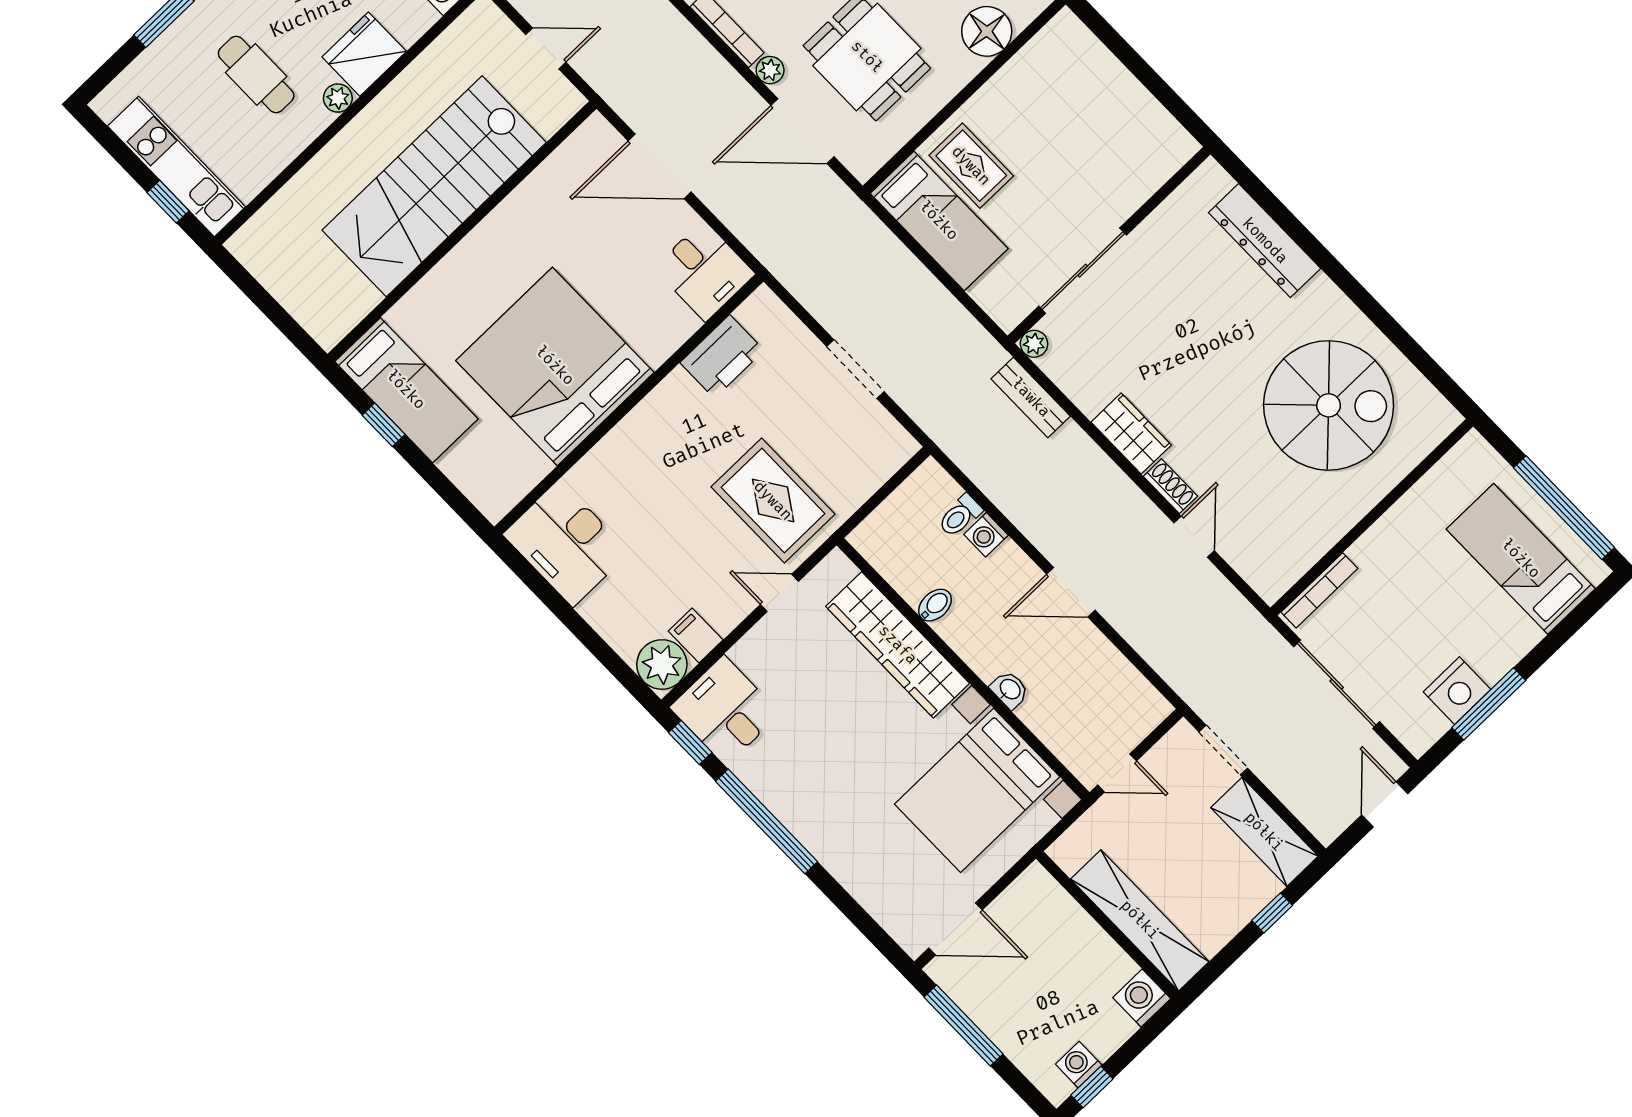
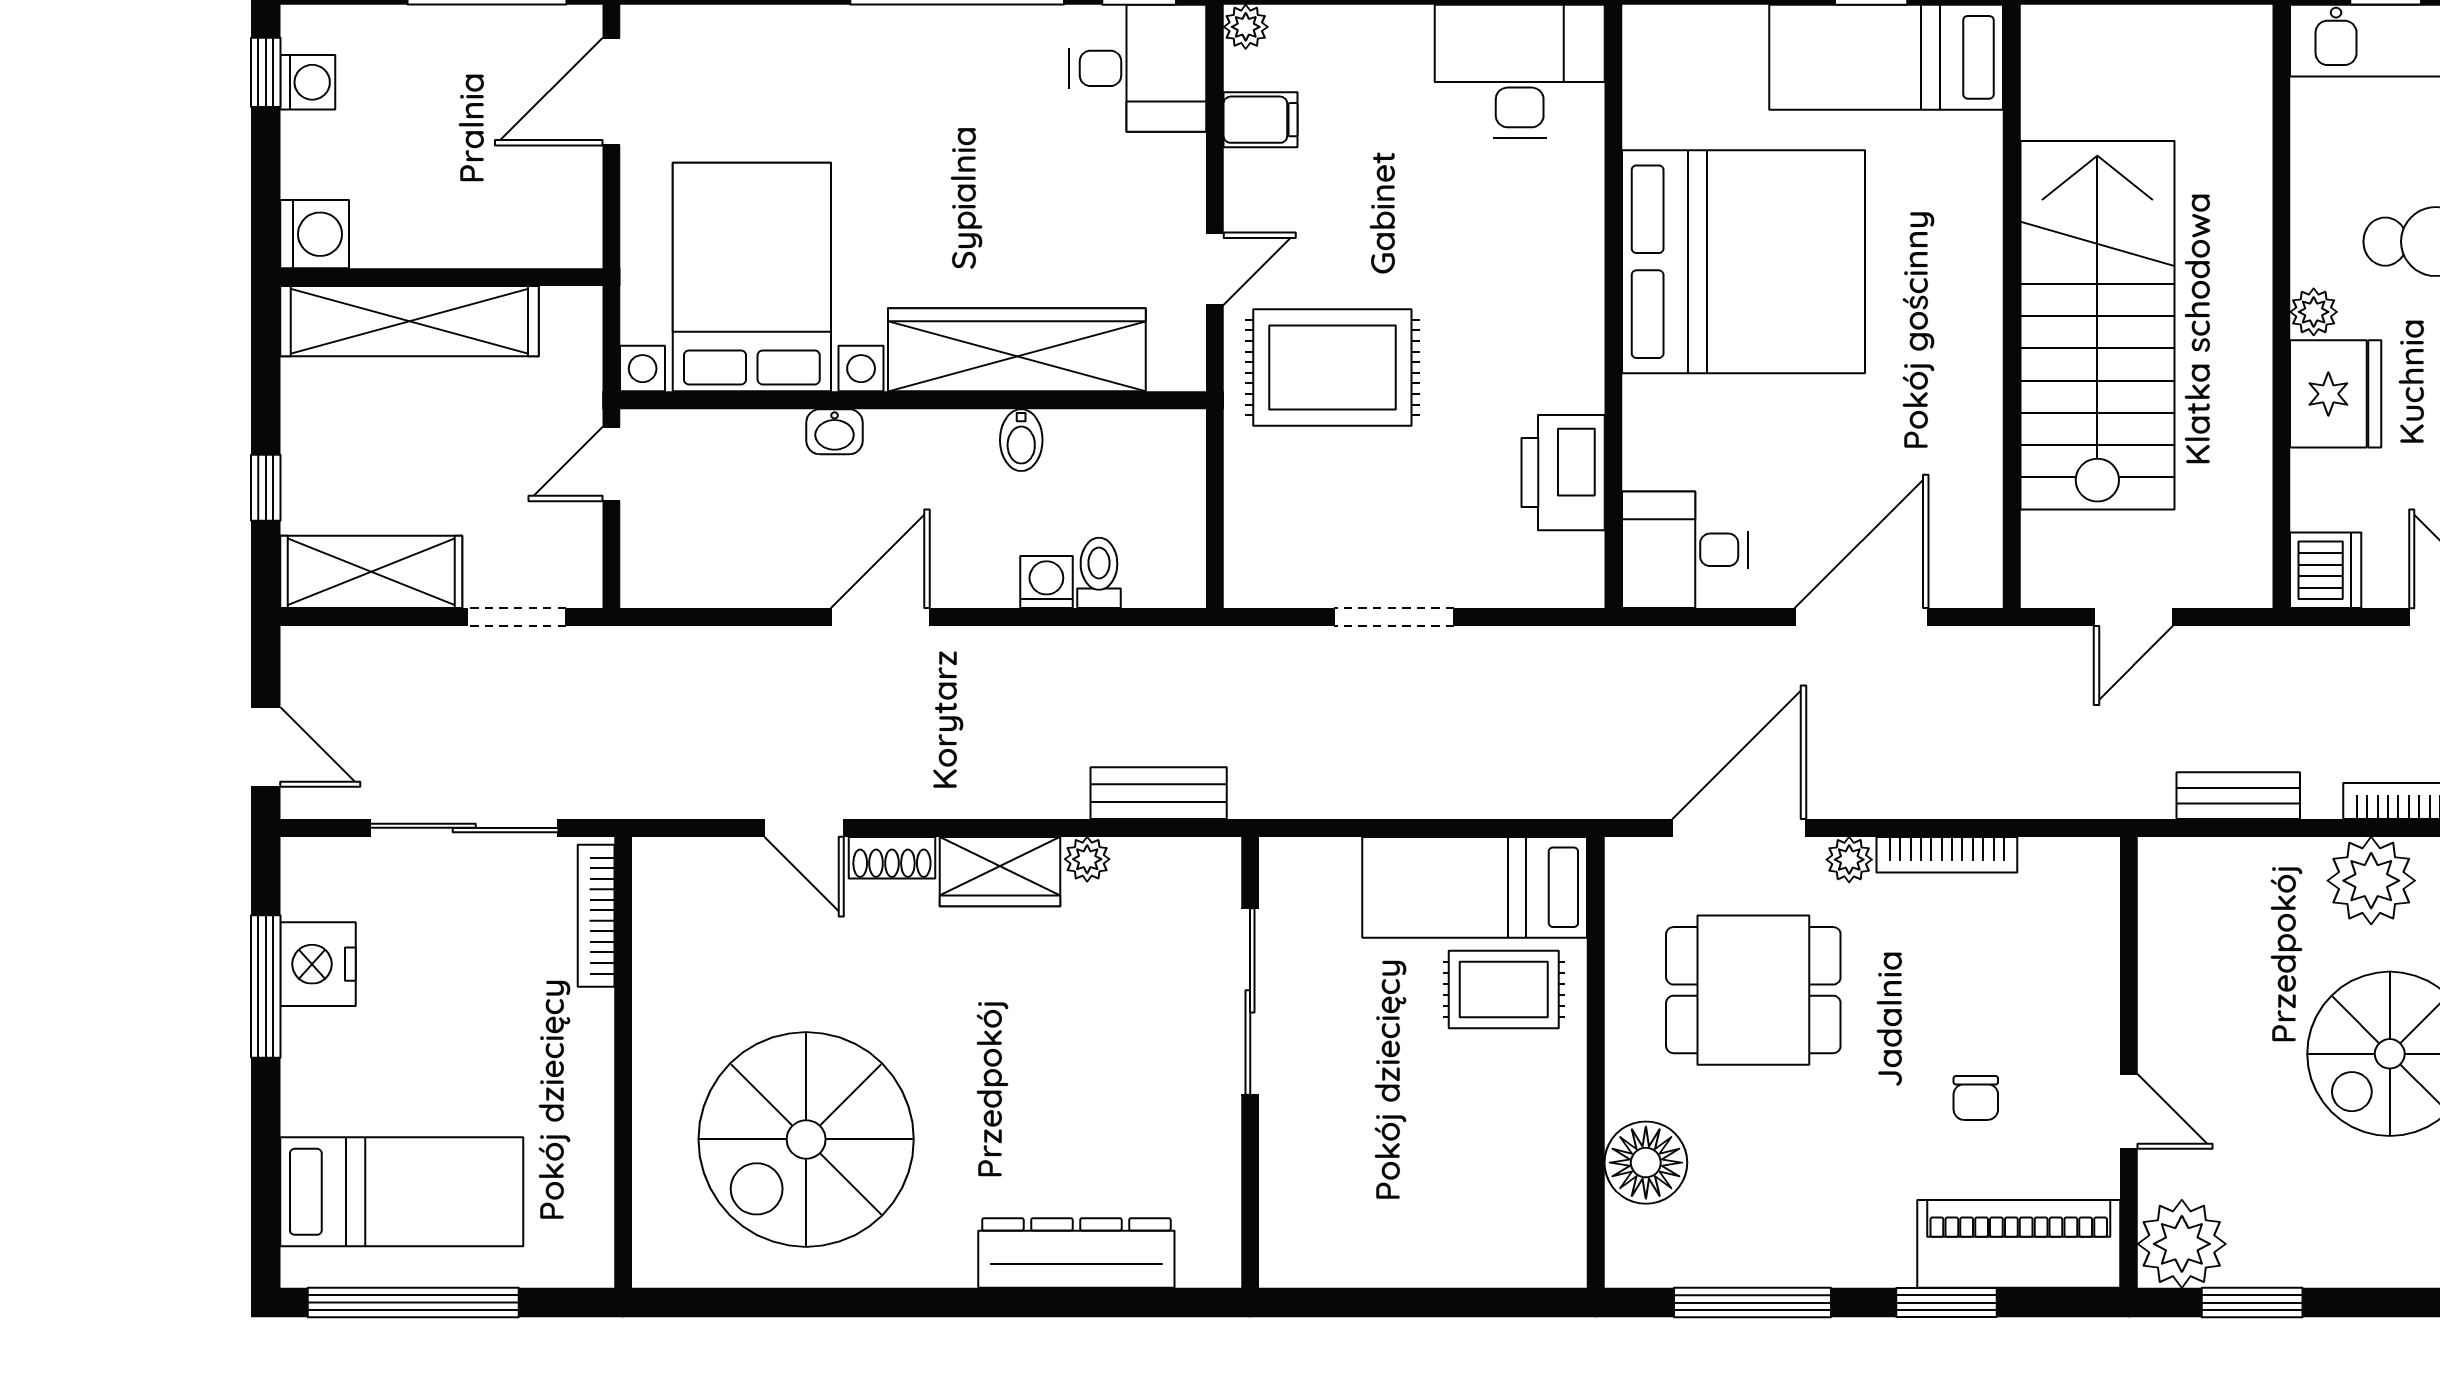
plant: (1034, 344) -> (1087, 859), moved
plant: (662, 664) -> (1246, 27), width x0.53, depth x0.53

